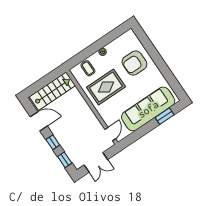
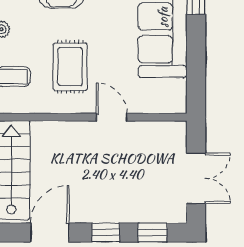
rug: (106, 87) -> (70, 67), width x0.73, depth x0.70
door: (110, 134) -> (112, 117), moved

